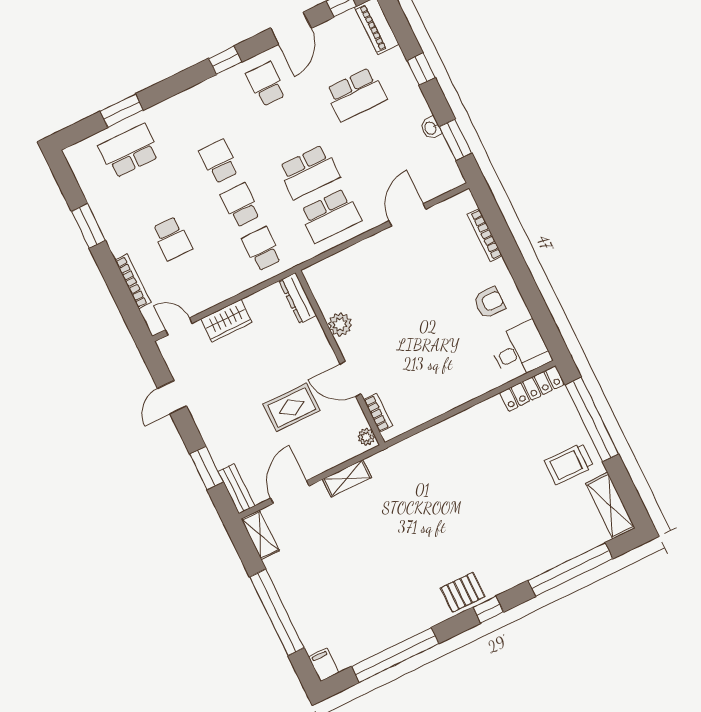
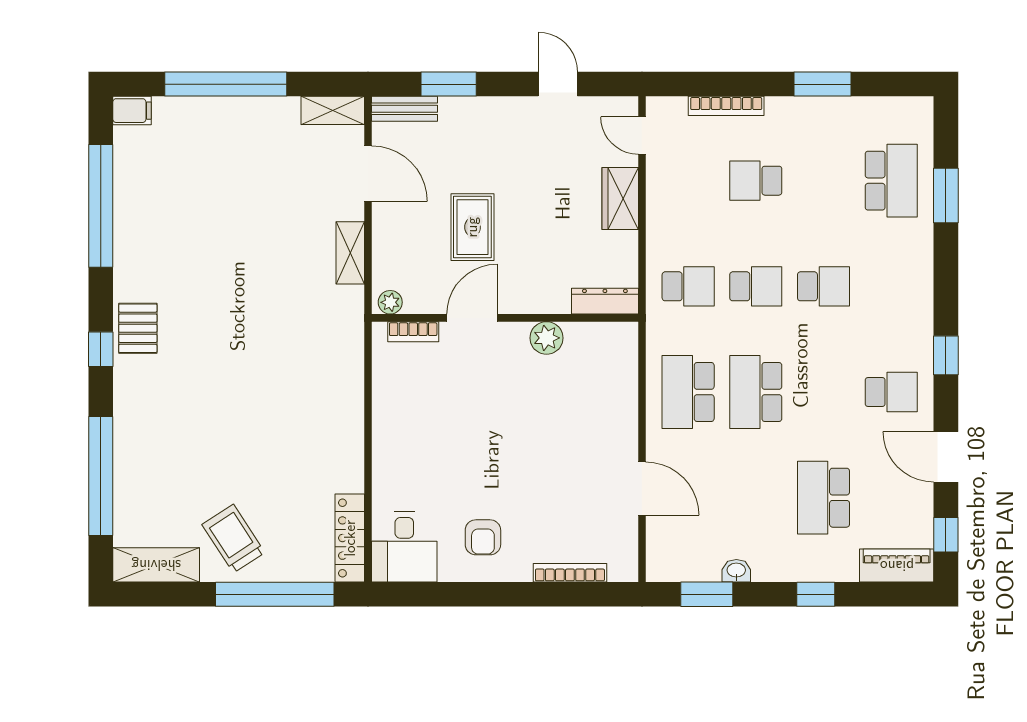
door: (179, 326) -> (642, 136), swing flipped
trolley: (569, 464) -> (233, 539), turned -33

